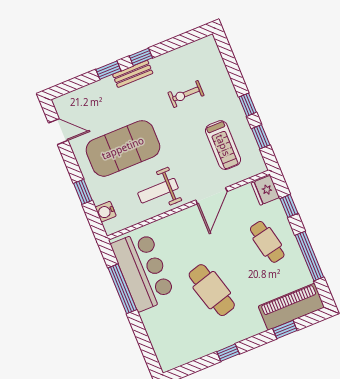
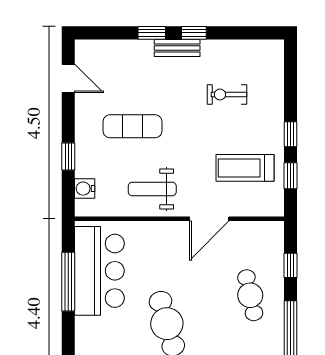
treadmill: (223, 145) -> (245, 168), turned 90
exercise mat: (123, 148) -> (133, 126), width x0.50, depth x0.69
fridge: (265, 190) -> (272, 237), removed

